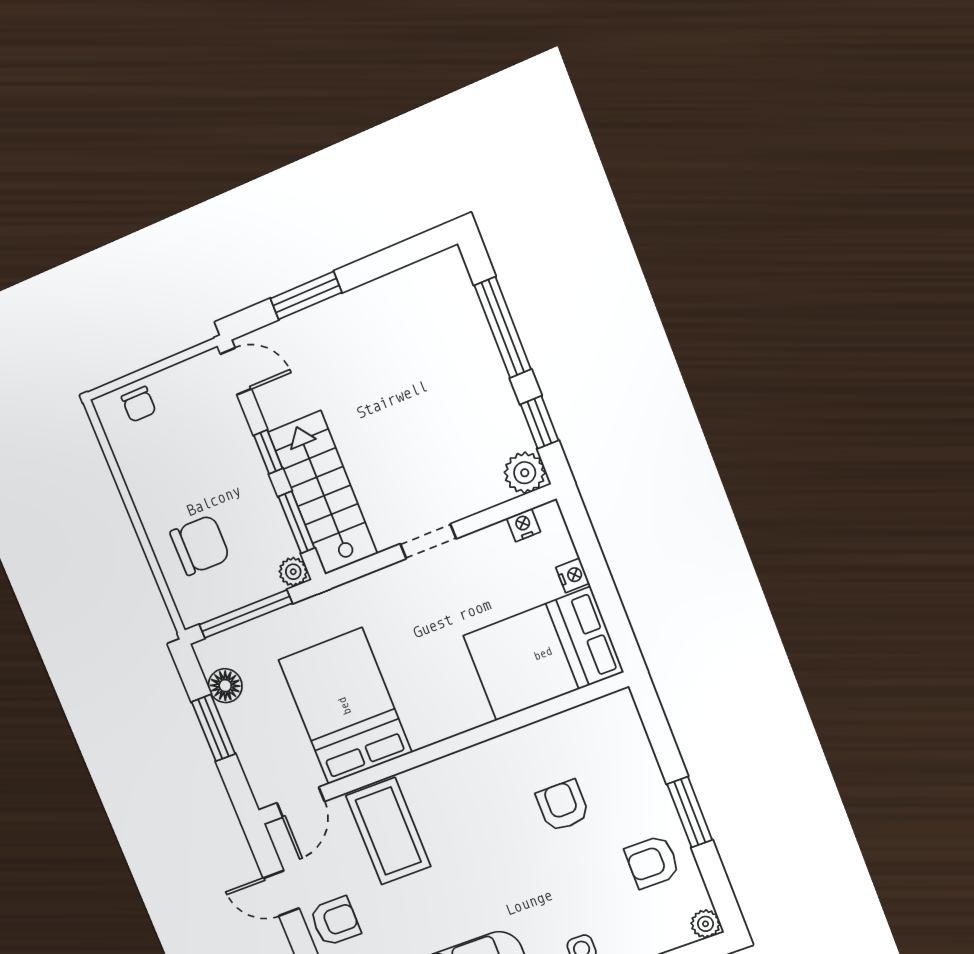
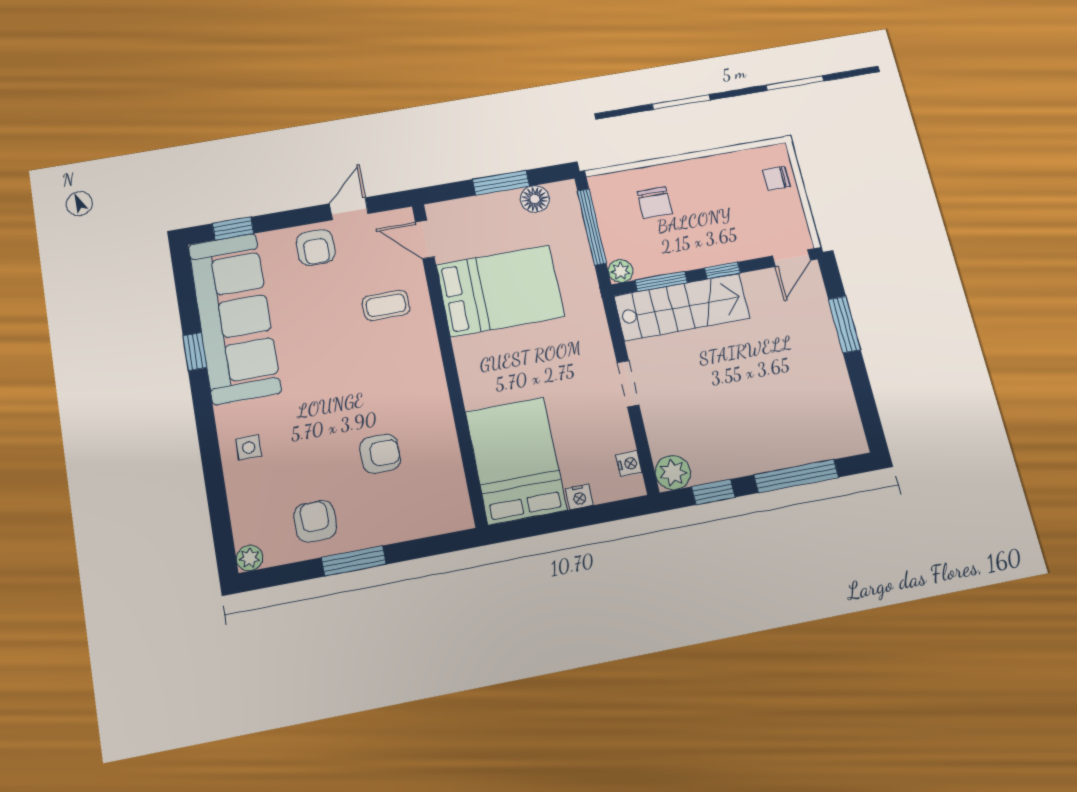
chair: (200, 545) -> (655, 202), width x0.73, depth x0.73
coffee table: (388, 831) -> (386, 305), width x0.54, depth x0.58

